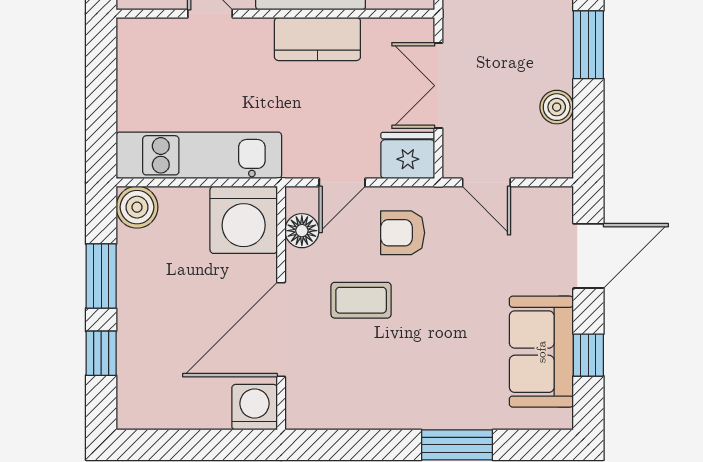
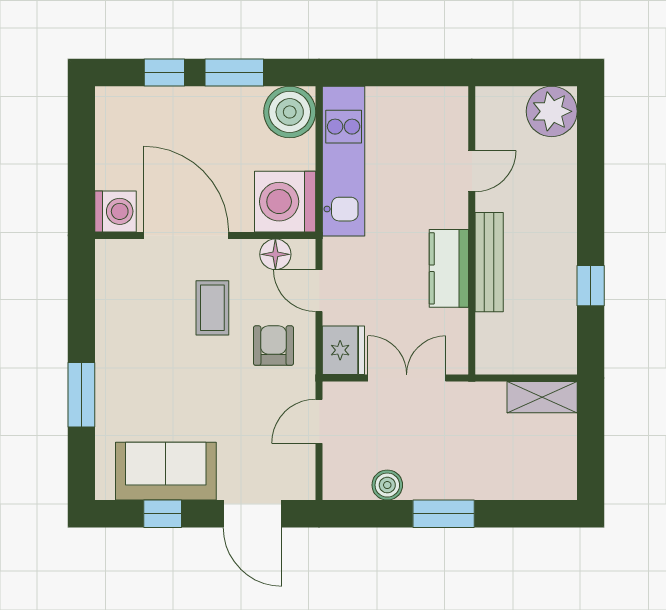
boiler: (137, 207) -> (290, 112), width x1.37, depth x1.37

